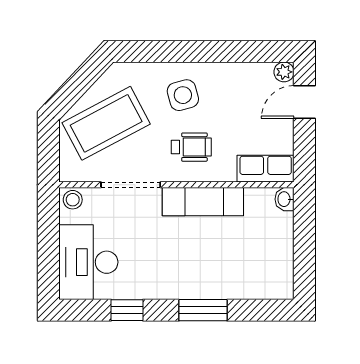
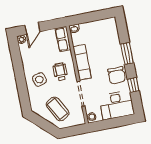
door: (304, 102) -> (32, 28), hinge flipped
coffee table: (106, 123) -> (57, 109), width x0.73, depth x0.76
chair: (157, 276) -> (117, 75), added

